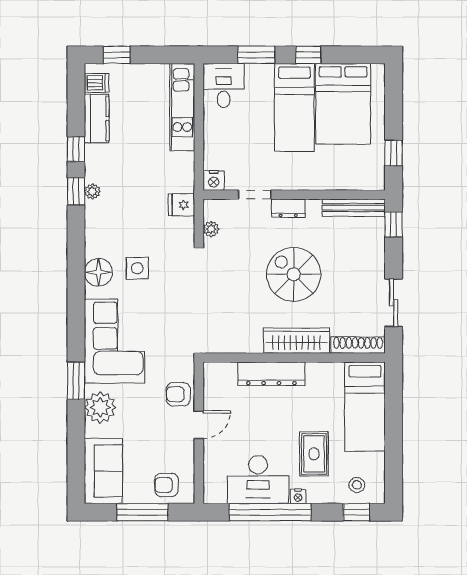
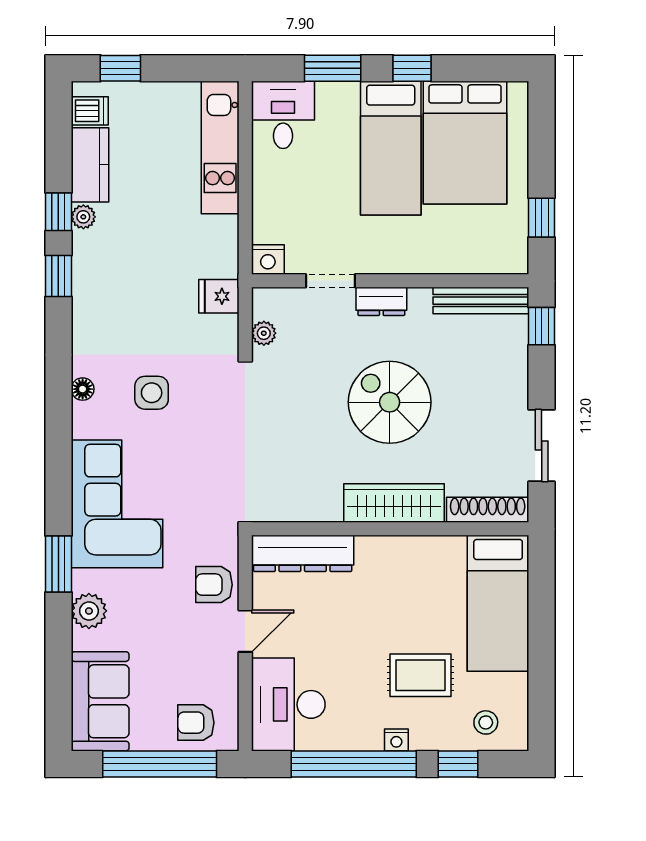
plant: (92, 191) -> (83, 217), moved
floor lamp: (98, 272) -> (83, 389), width x0.53, depth x0.53
dresser: (271, 374) -> (303, 553), moved
plant: (100, 407) -> (89, 611), width x0.73, depth x0.73
rug: (314, 454) -> (421, 675), turned 90
desk: (258, 480) -> (288, 704), moved, turned 90
window: (143, 512) -> (160, 764), width x1.46
window: (357, 512) -> (458, 764), moved

